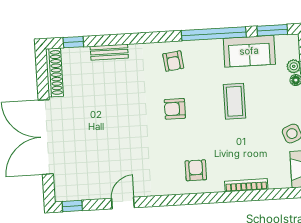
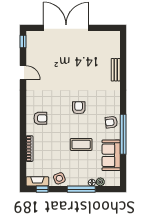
window: (272, 30) -> (123, 170), removed
window: (73, 42) -> (123, 48), removed
armchair: (173, 61) -> (111, 122), moved
shoe rack: (54, 73) -> (105, 36), removed

